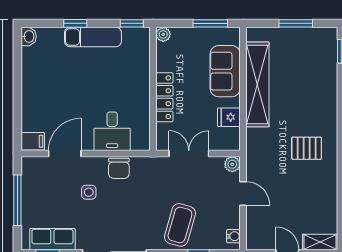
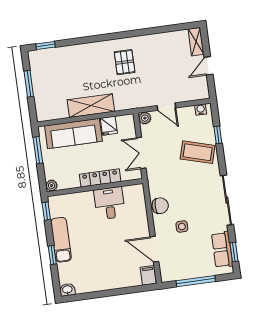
sofa: (225, 71) -> (73, 133), width x1.36
shelving: (257, 84) -> (91, 106), width x0.68
desk: (112, 131) -> (110, 203), moved, turned -90
door: (243, 193) -> (166, 107), swing flipped

